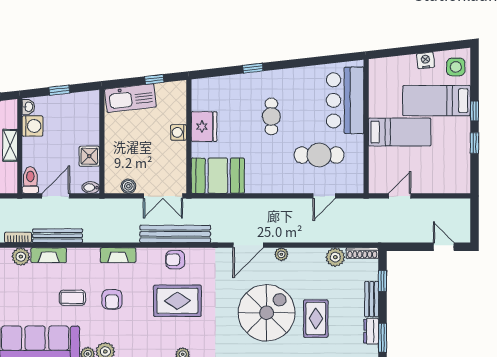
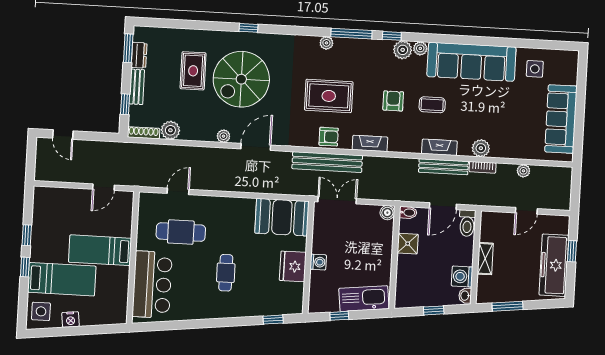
window: (253, 68) -> (273, 320), moved
boiler: (128, 186) -> (387, 213), moved
fireplace: (49, 255) -> (439, 147), moved
fireplace: (118, 255) -> (370, 143), moved

